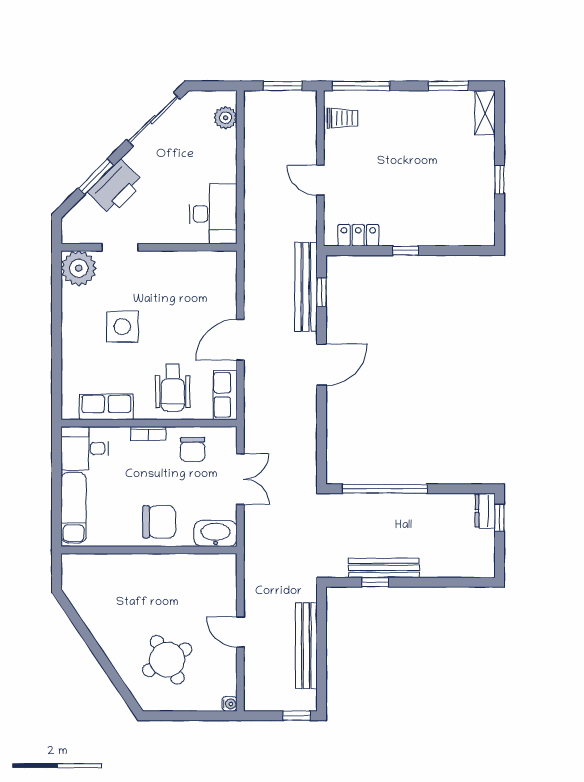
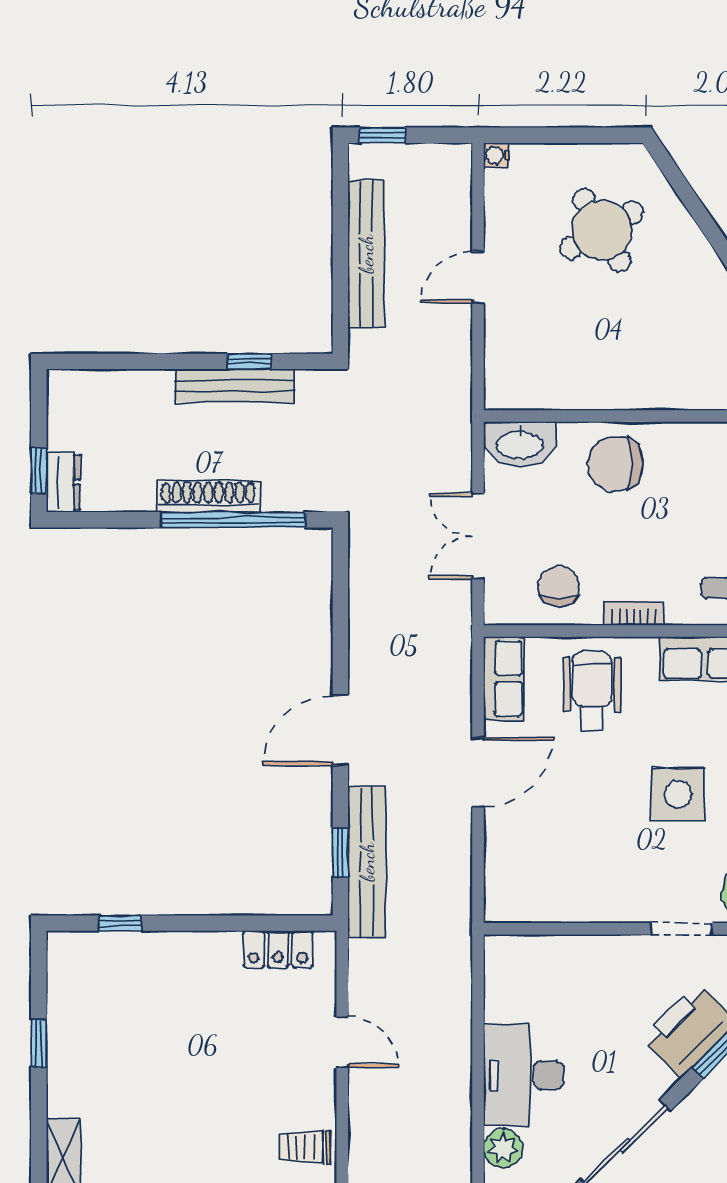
desk: (213, 214) -> (524, 1075), moved
window: (406, 251) -> (120, 923), moved
shoe rack: (400, 503) -> (208, 496), added
door: (240, 632) -> (478, 277), swing flipped

